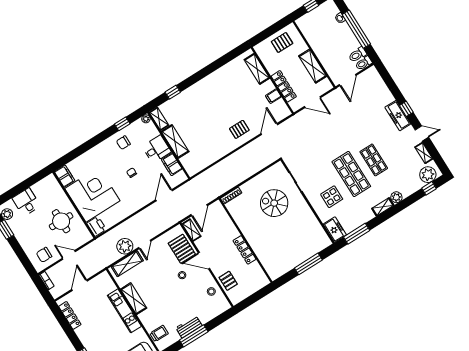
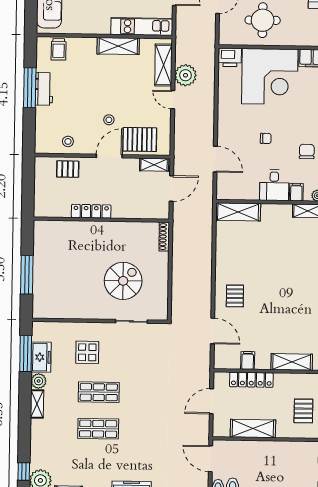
shelving: (175, 141) -> (238, 212), moved
filing cabinet: (172, 164) -> (296, 192), moved, width x0.50
shop shelf: (351, 174) -> (99, 392), width x0.70, depth x0.74
plant: (396, 197) -> (39, 381), moved
door: (199, 210) -> (171, 189), swing flipped
freezer: (335, 230) -> (41, 357), moved, turned -90
kitchen unit: (124, 311) -> (142, 26), moved

